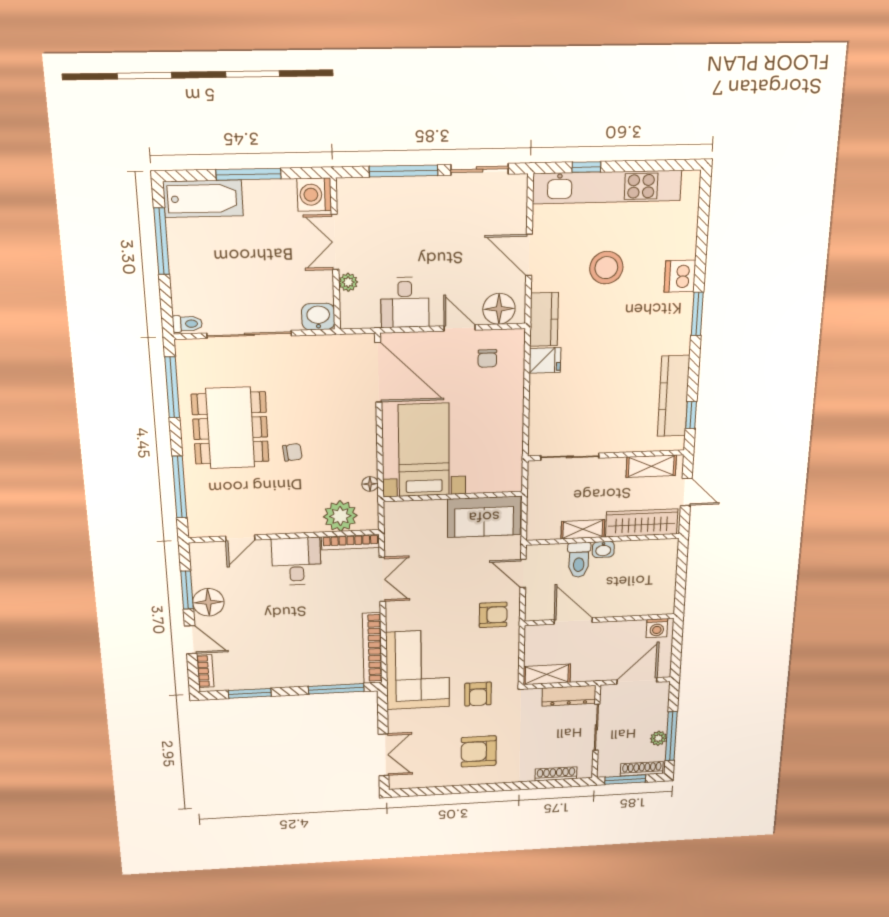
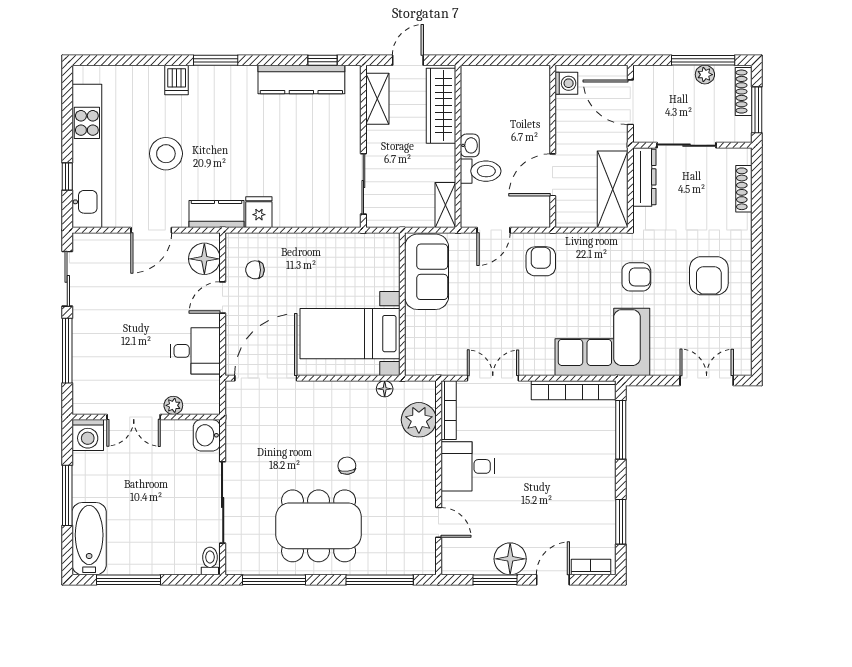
dishwasher: (680, 276) -> (177, 80), width x0.73
chair: (487, 358) -> (255, 270), turned 180
shelving: (583, 529) -> (445, 205), moved
shelving: (547, 674) -> (613, 189), width x1.50, depth x1.33

